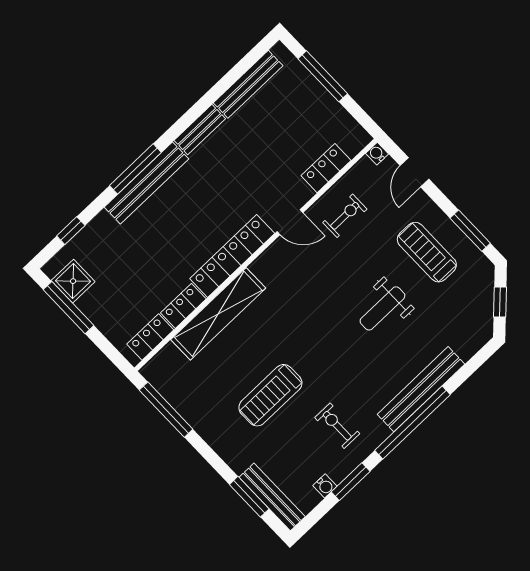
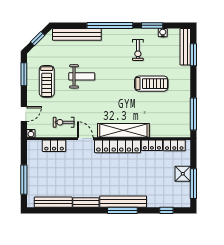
shower: (73, 281) -> (183, 174), moved
shelving: (218, 314) -> (123, 130), moved
bench: (421, 389) -> (77, 34), moved

